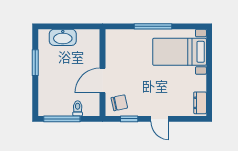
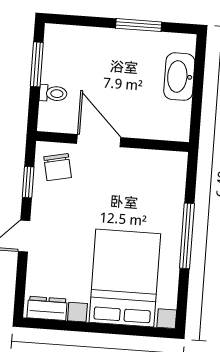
bed with nightstands: (180, 52) -> (125, 278), width x1.36
window: (62, 119) -> (37, 64), width x0.69

